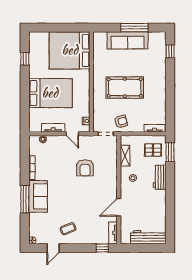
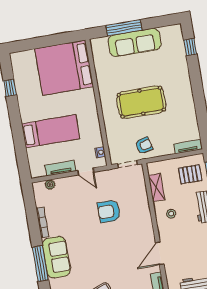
window: (134, 28) -> (124, 28), moved
bed: (50, 93) -> (51, 131), width x0.67
armchair: (85, 168) -> (109, 211), turned 90

